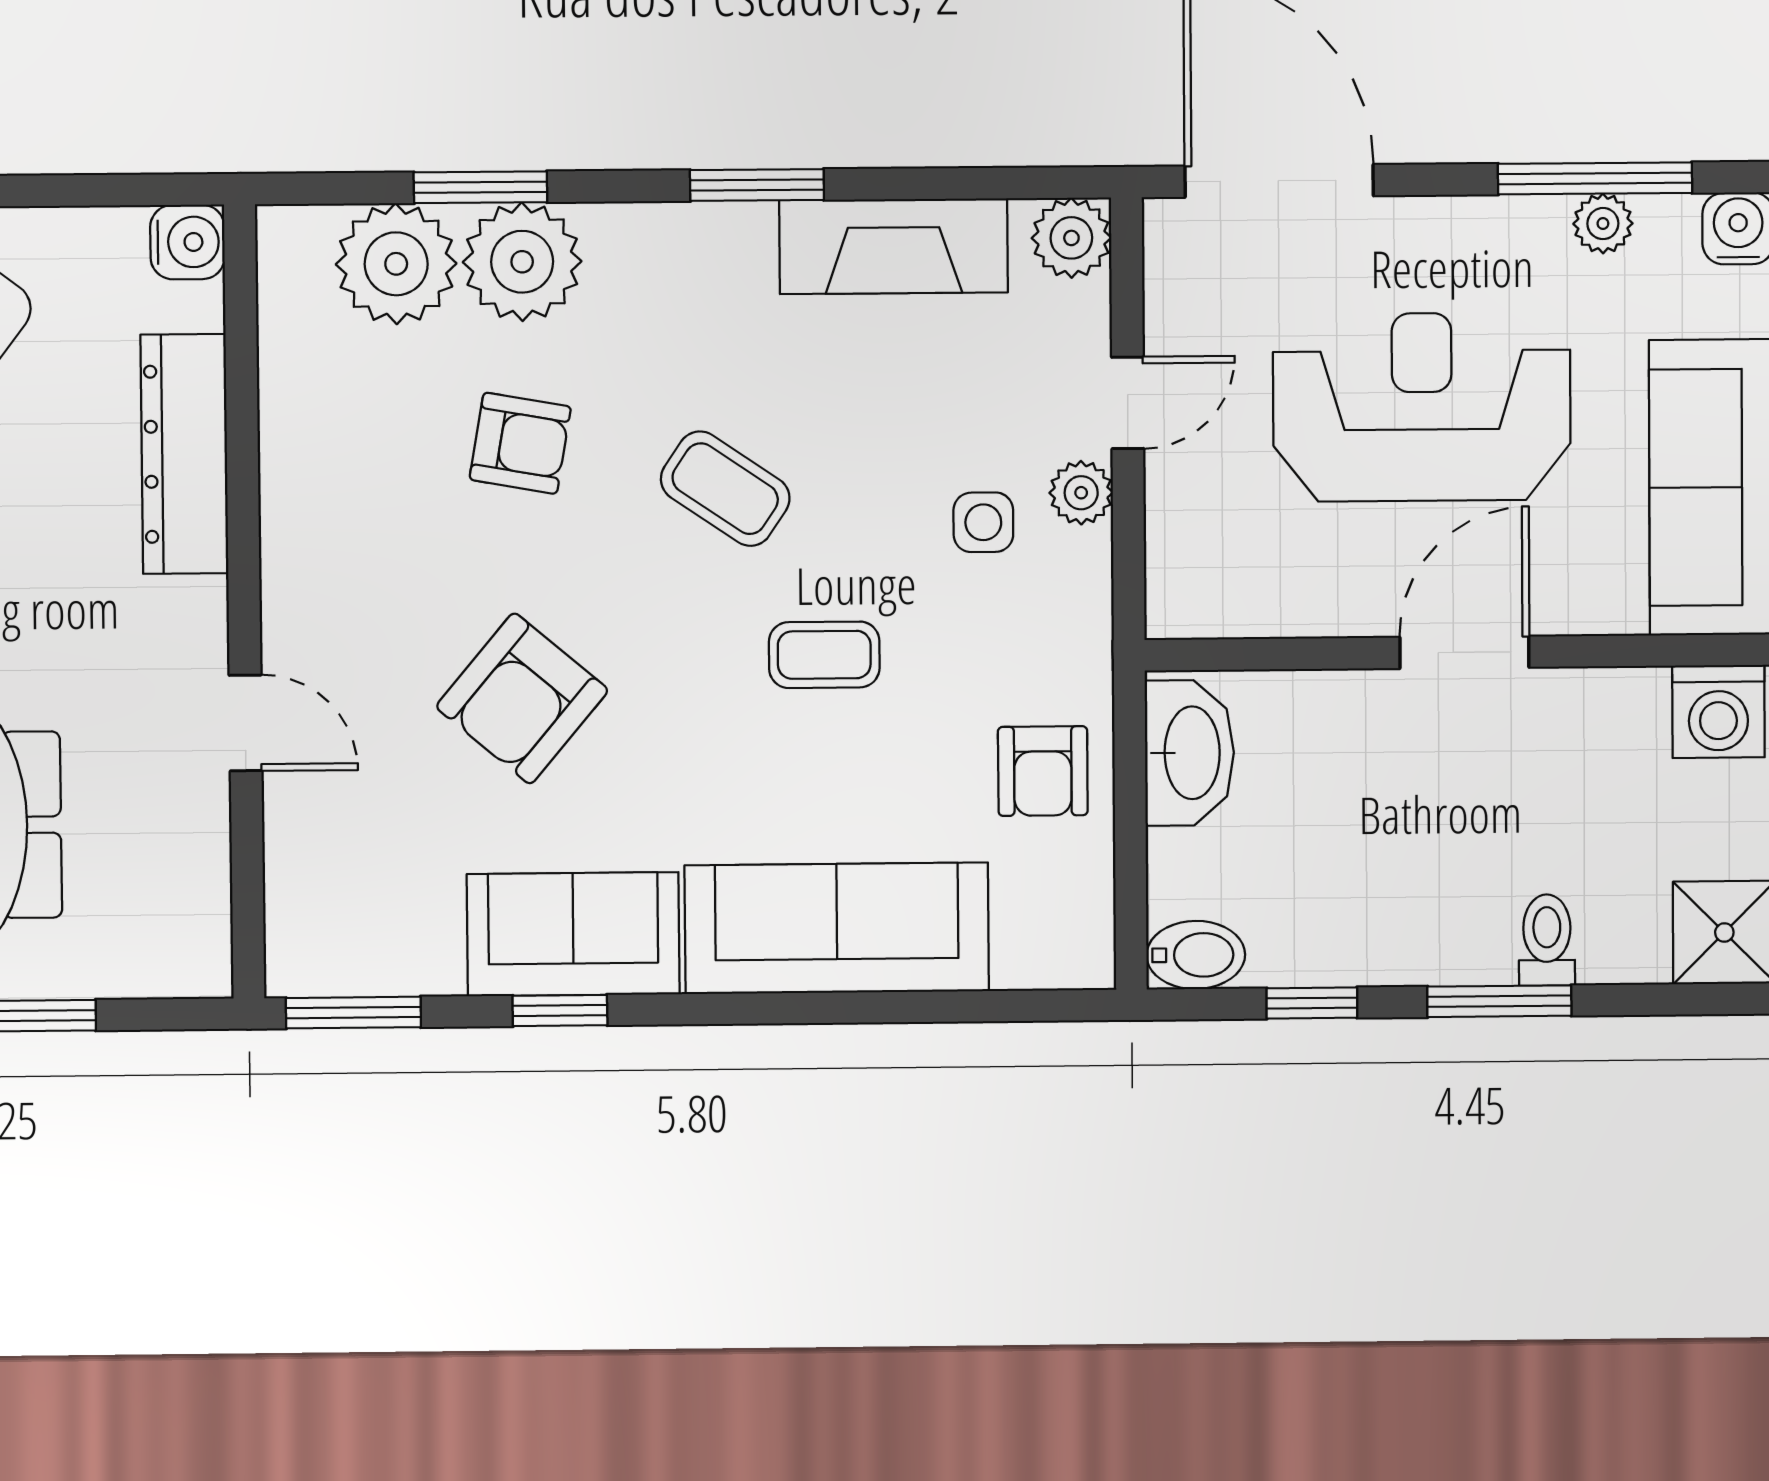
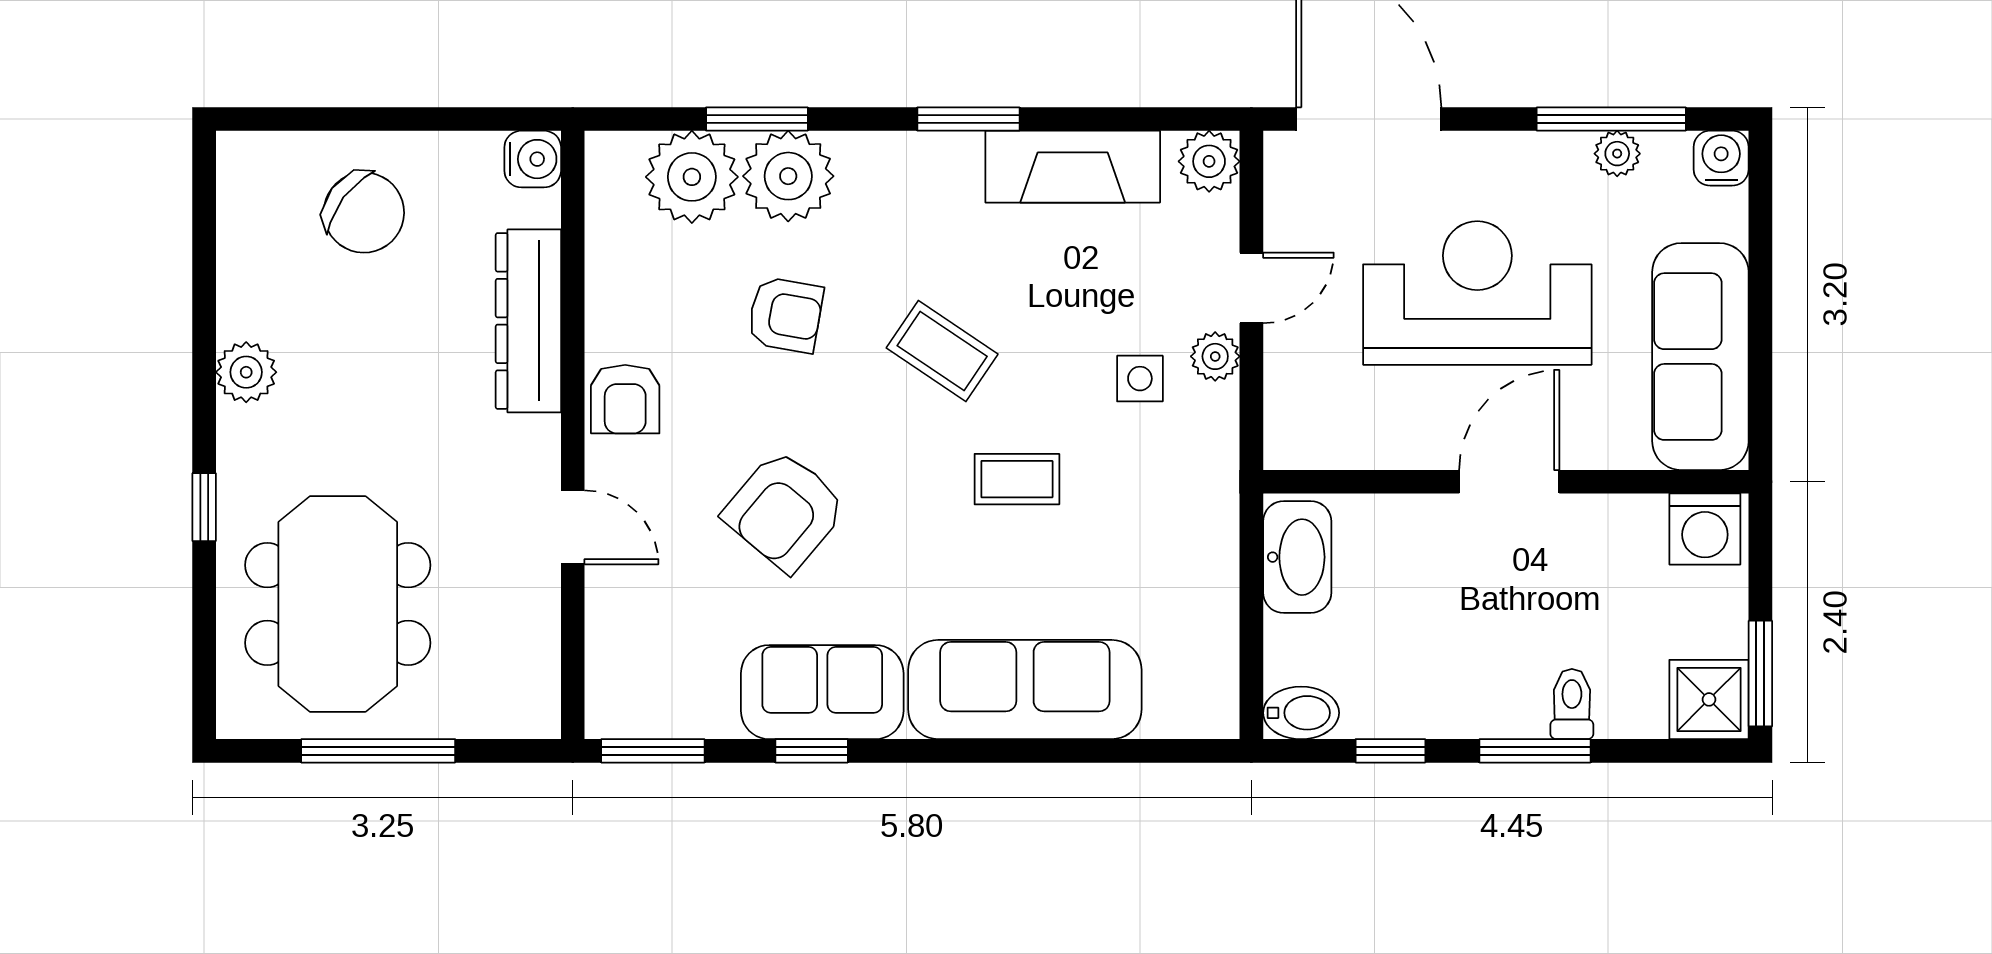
armchair: (1043, 771) -> (625, 399), moved

